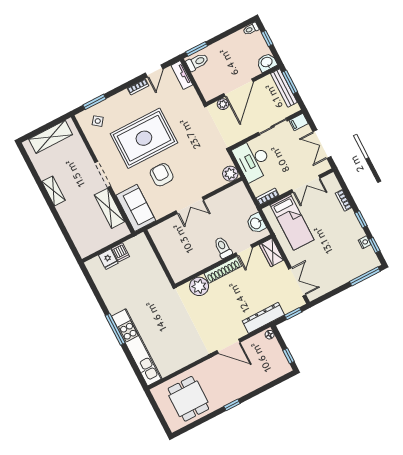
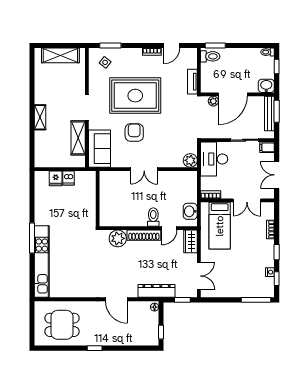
tv unit: (182, 75) -> (192, 82), moved
shelving: (53, 191) -> (40, 117), moved
dining table: (188, 399) -> (62, 325), turned 90

